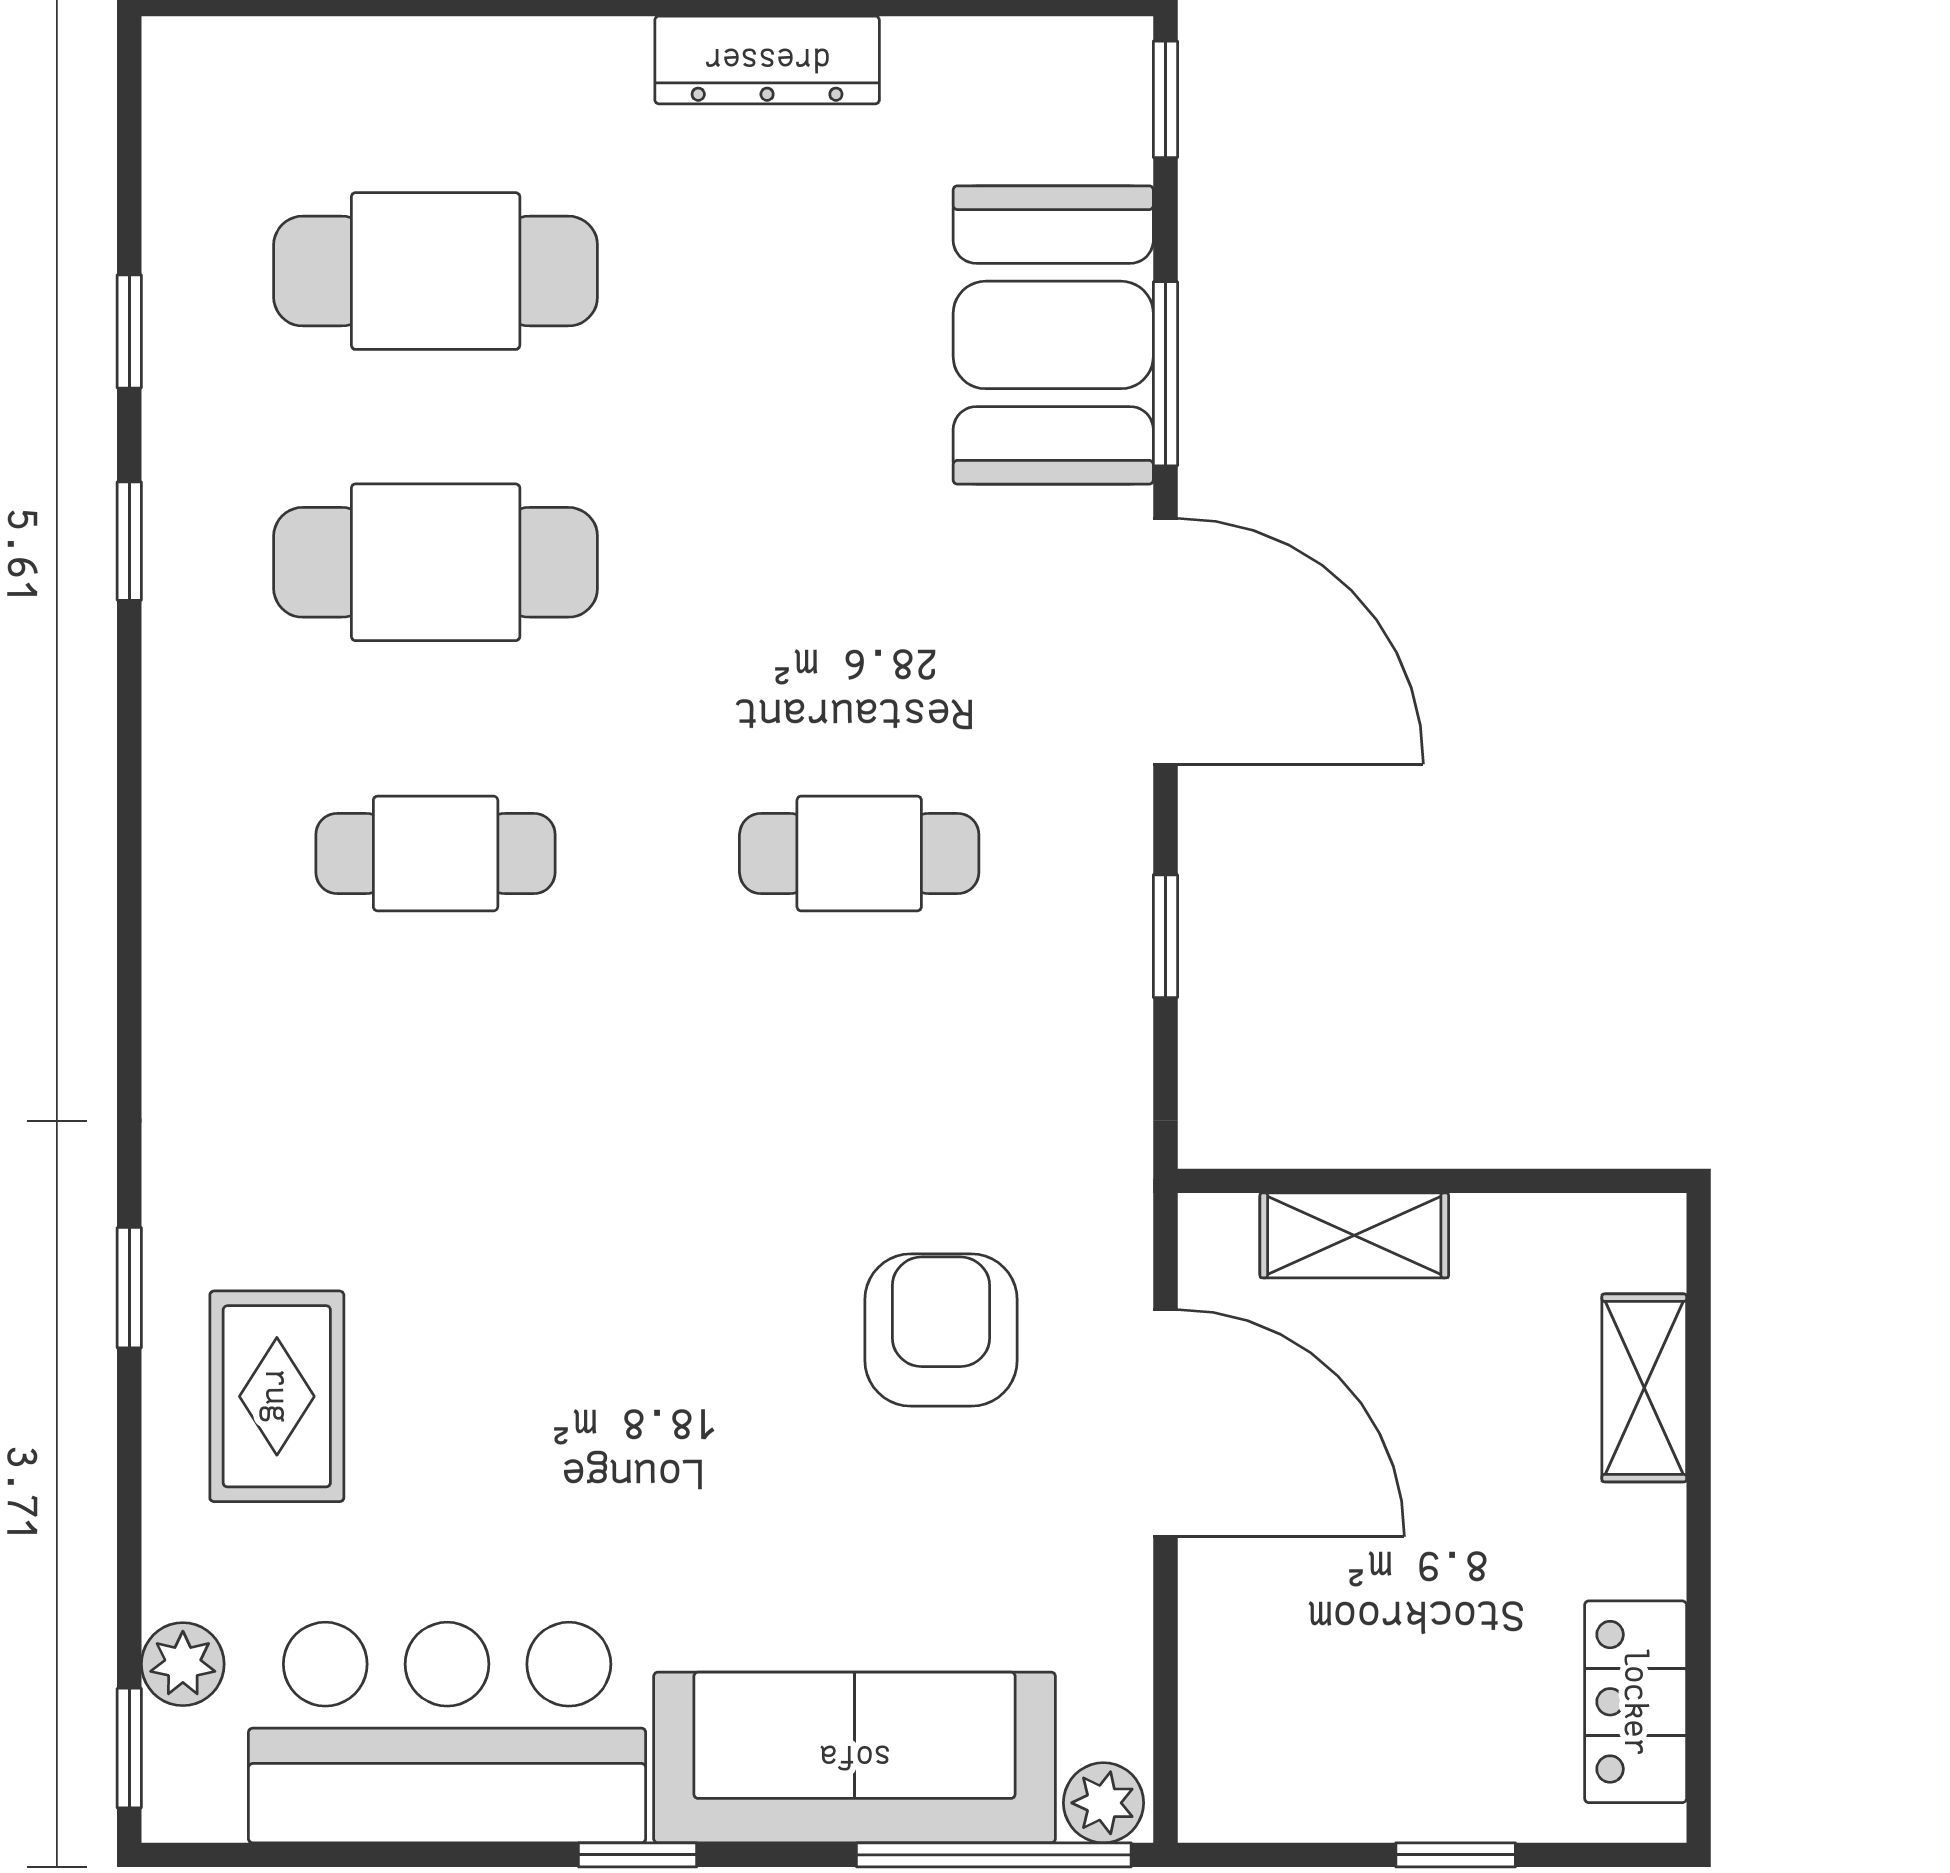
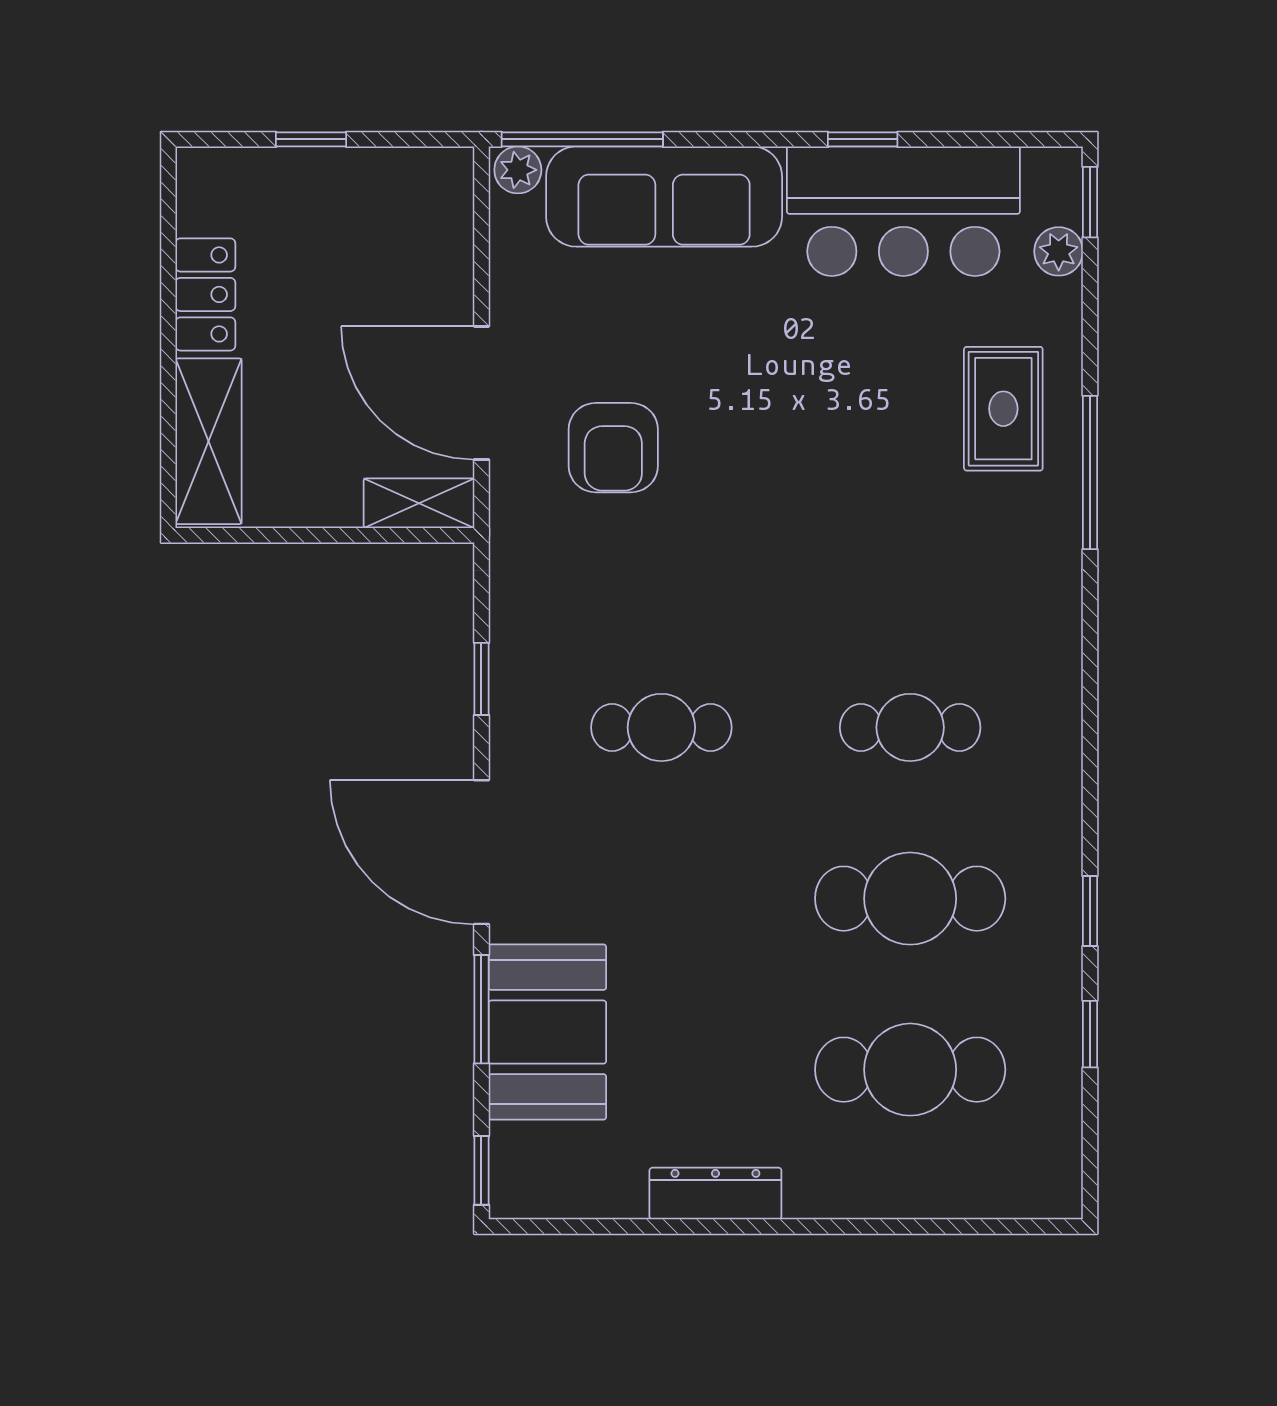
shelving: (1354, 1235) -> (419, 503), moved
window: (129, 1288) -> (1090, 472), width x2.17
shelving: (1644, 1388) -> (209, 441), width x1.50, depth x1.33
locker: (1636, 1702) -> (205, 294), moved
window: (638, 1855) -> (863, 139), moved

